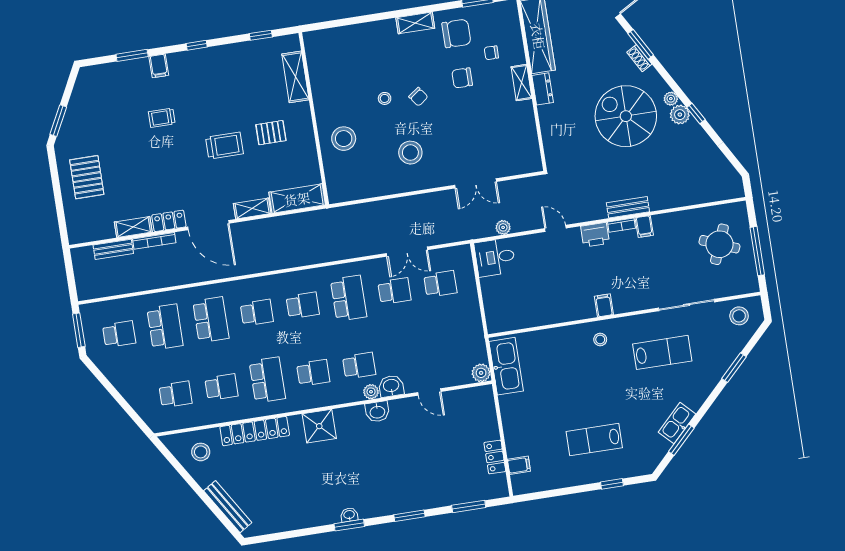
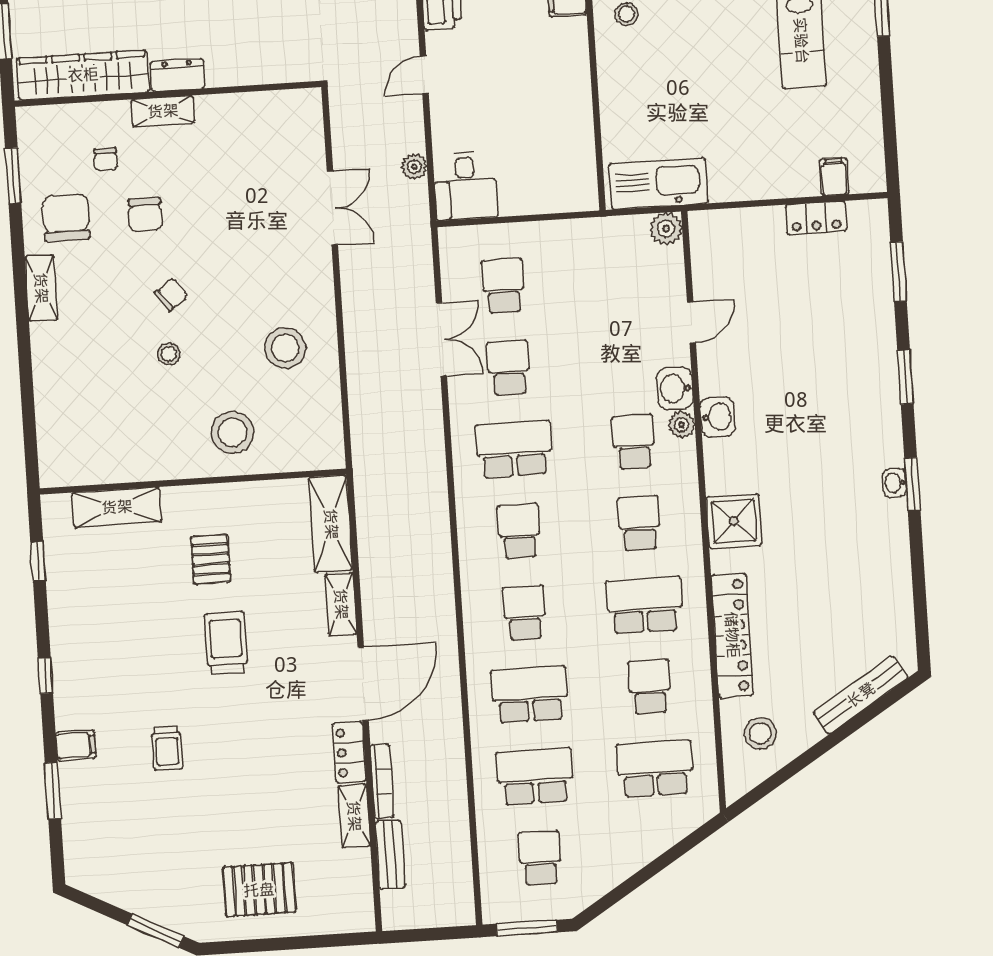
stool: (410, 153) -> (285, 348), moved
school desk: (176, 394) -> (655, 769), width x1.85

